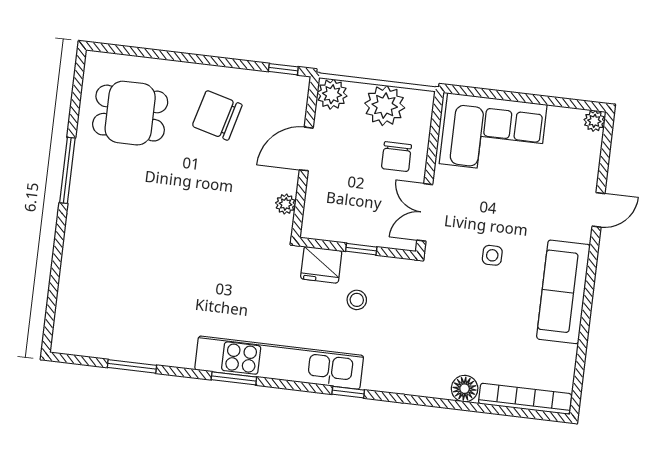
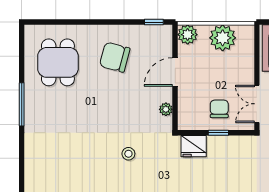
dining table: (130, 113) -> (58, 62), turned 90
chair: (396, 157) -> (219, 109), moved, turned 180
stool: (357, 300) -> (128, 154), moved

